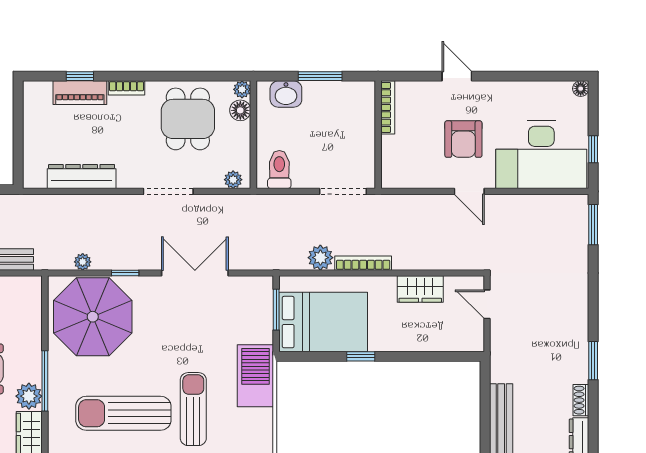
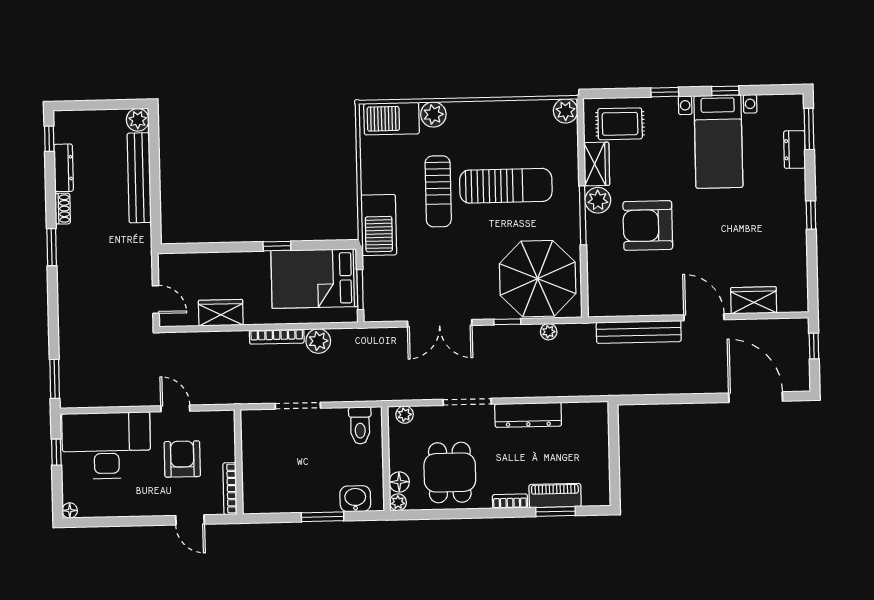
window: (80, 76) -> (556, 512), width x1.50
bookcase: (388, 107) -> (230, 489), moved
wall: (378, 135) -> (239, 462), moved
dresser: (82, 176) -> (528, 415), moved

